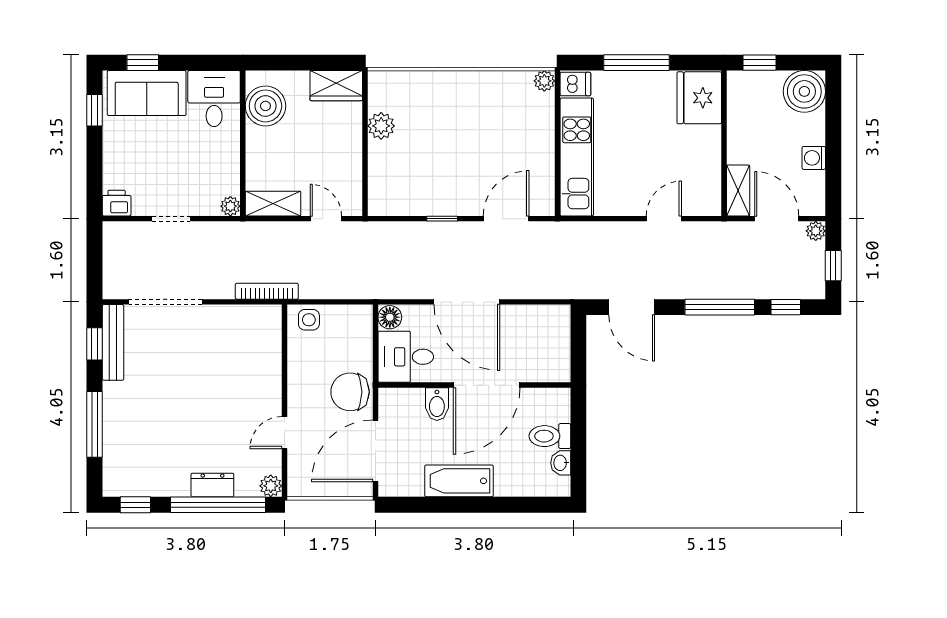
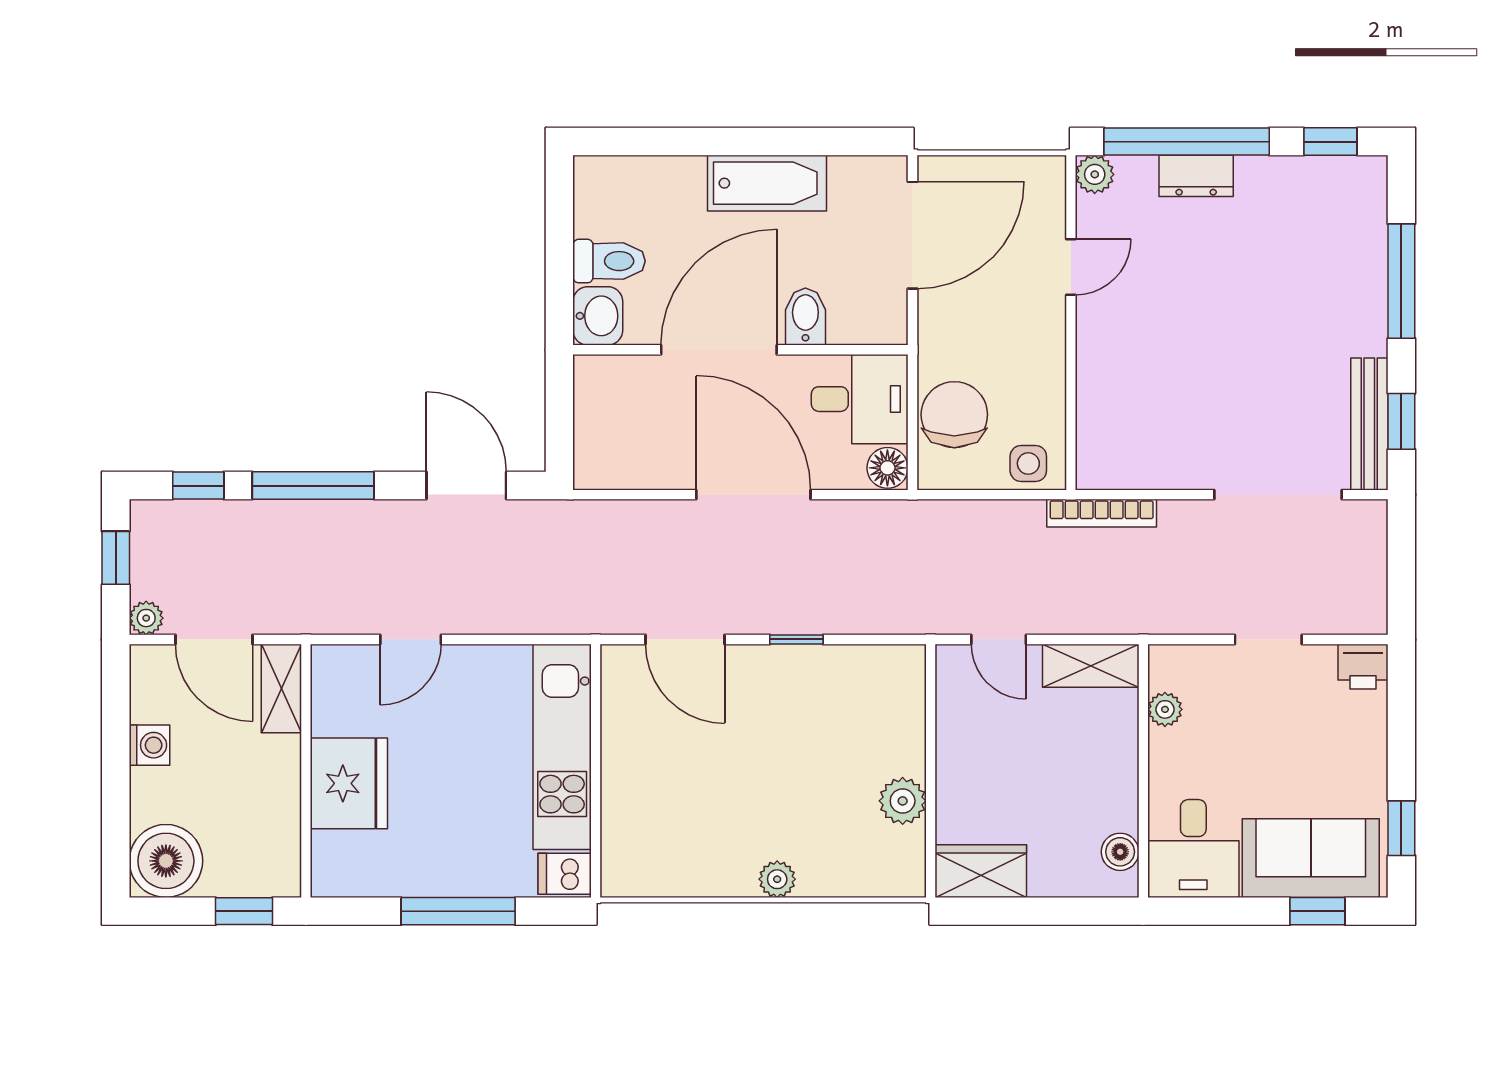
plant: (544, 81) -> (777, 879), moved
fridge: (699, 98) -> (349, 783), moved
boiler: (265, 106) -> (1120, 852), width x0.54, depth x0.54
plant: (230, 206) -> (1165, 709), moved
door: (506, 219) -> (685, 639), hinge flipped
chair: (350, 392) -> (954, 415), moved, turned -90
washbasin: (561, 463) -> (598, 316), moved, width x1.38, depth x1.45

